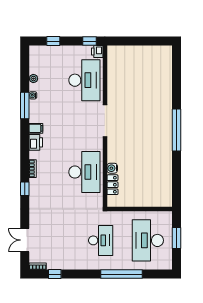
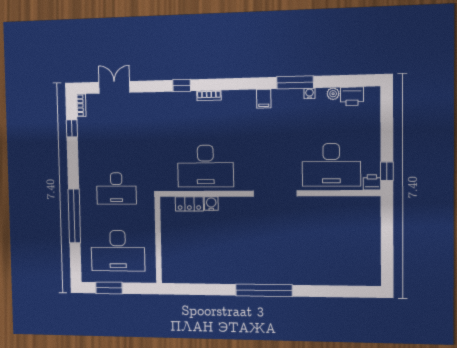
window: (53, 41) -> (387, 120), removed
printer: (36, 142) -> (352, 96), moved
window: (176, 238) -> (109, 288), moved
desk: (148, 240) -> (118, 251), turned 180

